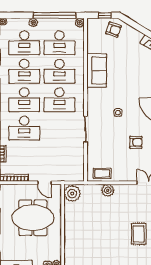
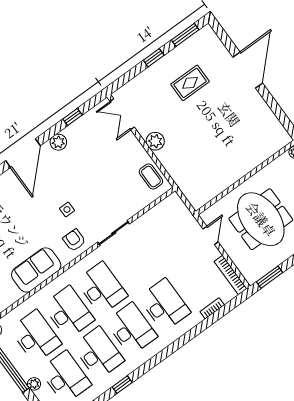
armchair: (136, 142) -> (74, 240), moved
plant: (108, 190) -> (155, 141), moved
plant: (72, 194) -> (200, 194), removed

